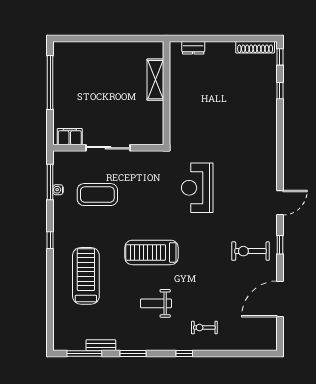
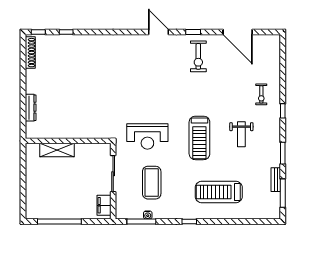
dresser: (193, 48) -> (31, 108), width x1.44
shelving: (155, 80) -> (57, 150), moved
wall: (166, 93) -> (68, 141), moved
reception desk: (197, 188) -> (147, 136), moved

